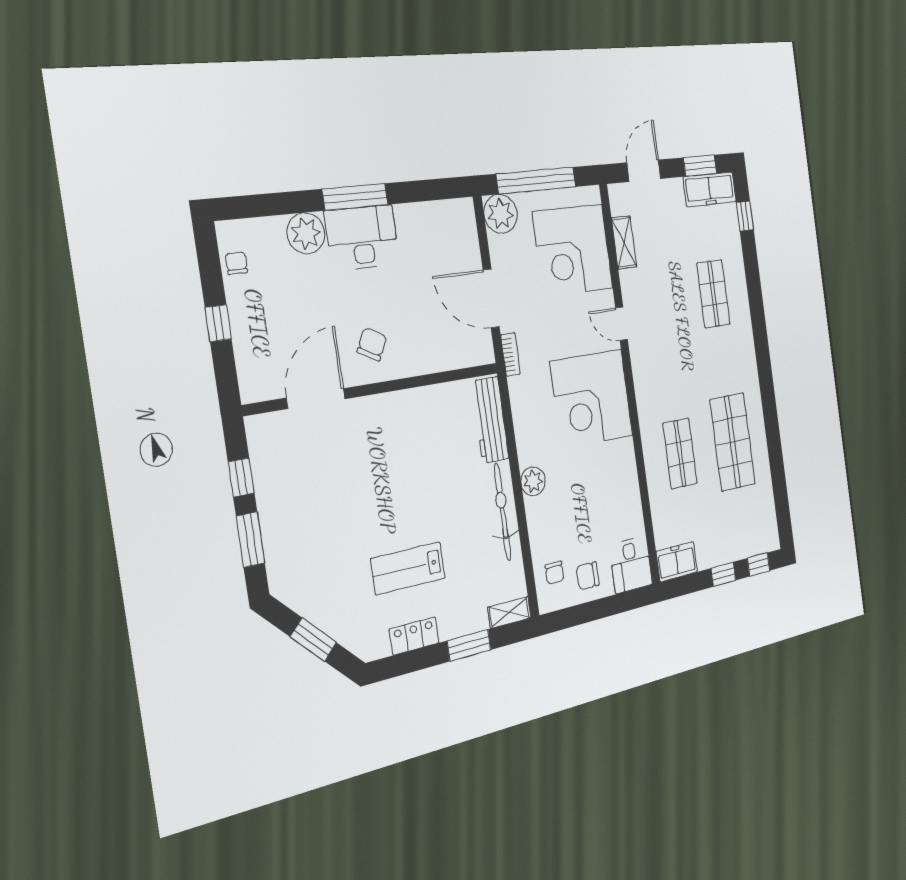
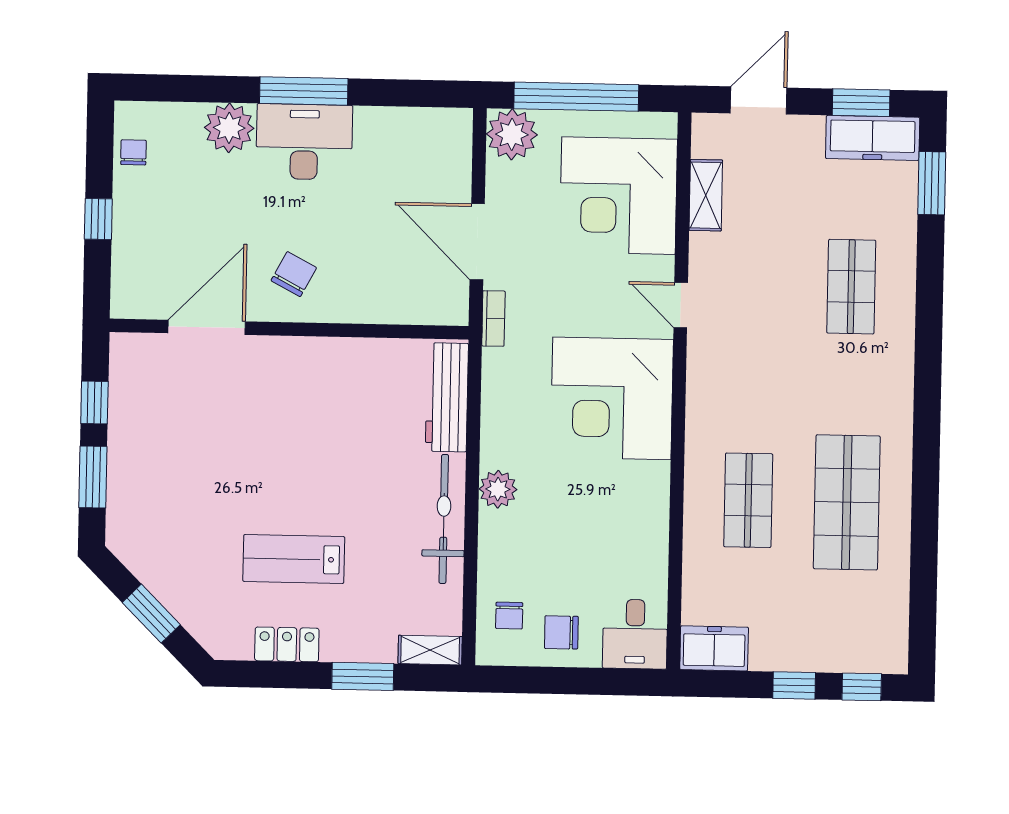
window: (745, 216) -> (932, 183), width x1.50

